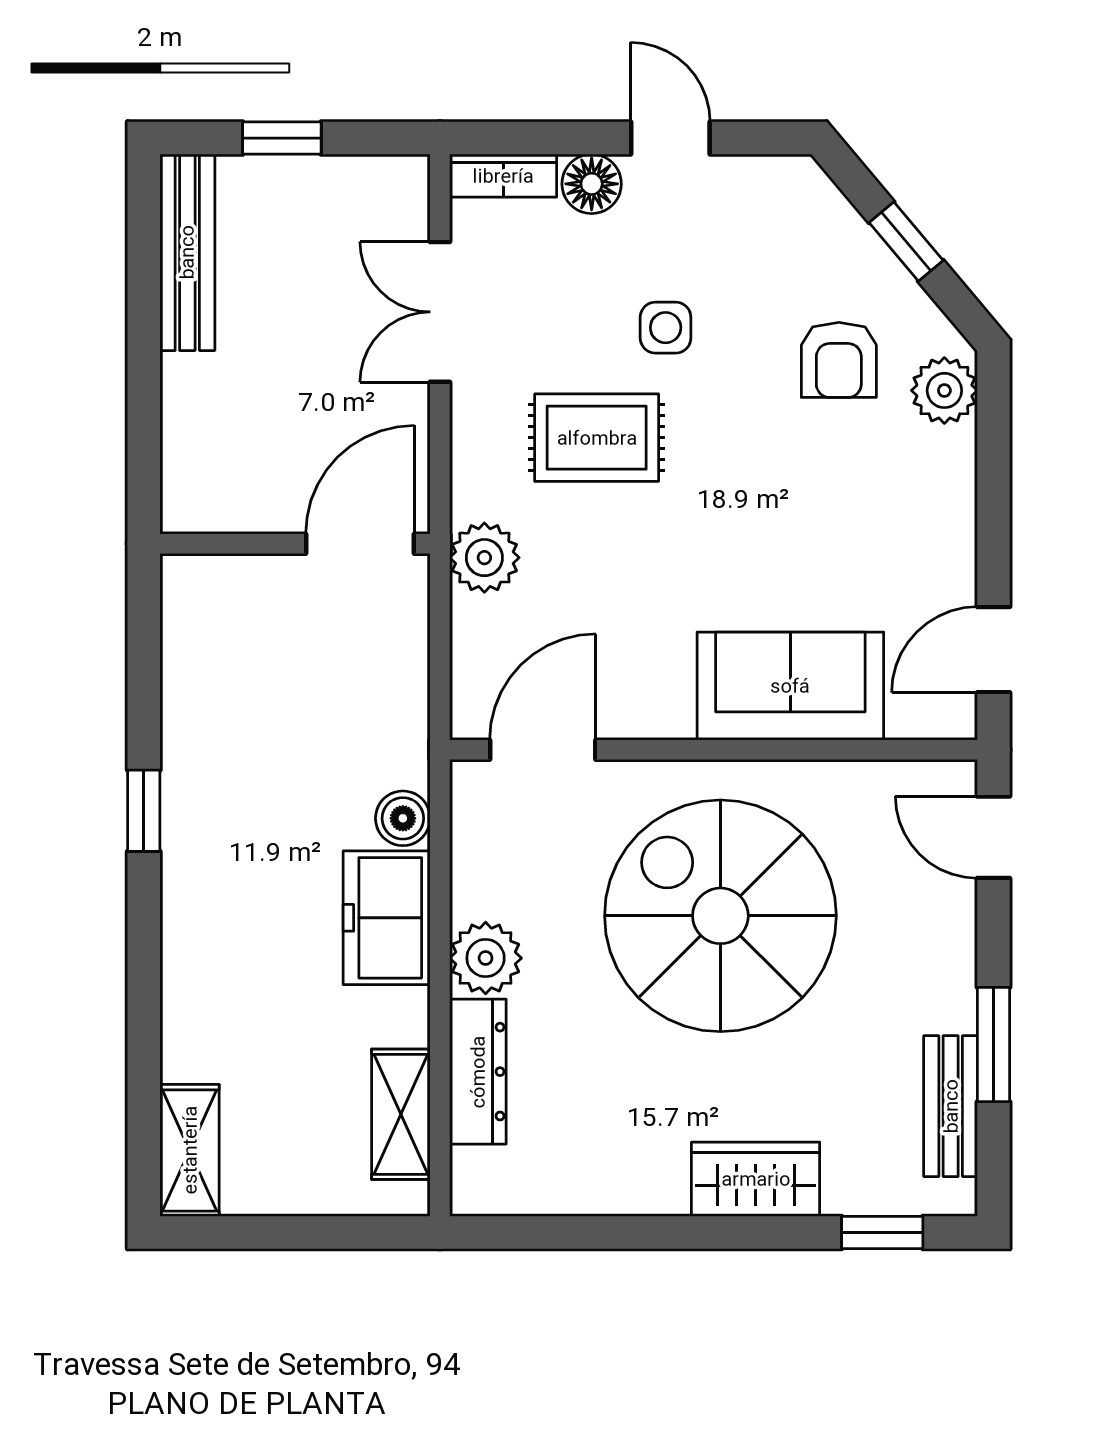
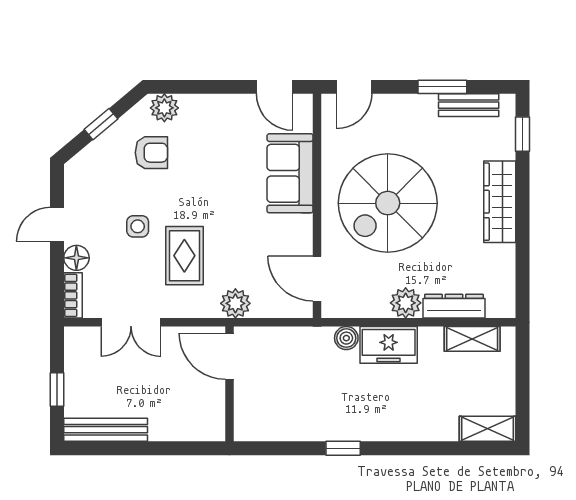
wardrobe: (756, 1179) -> (500, 202), width x1.50

